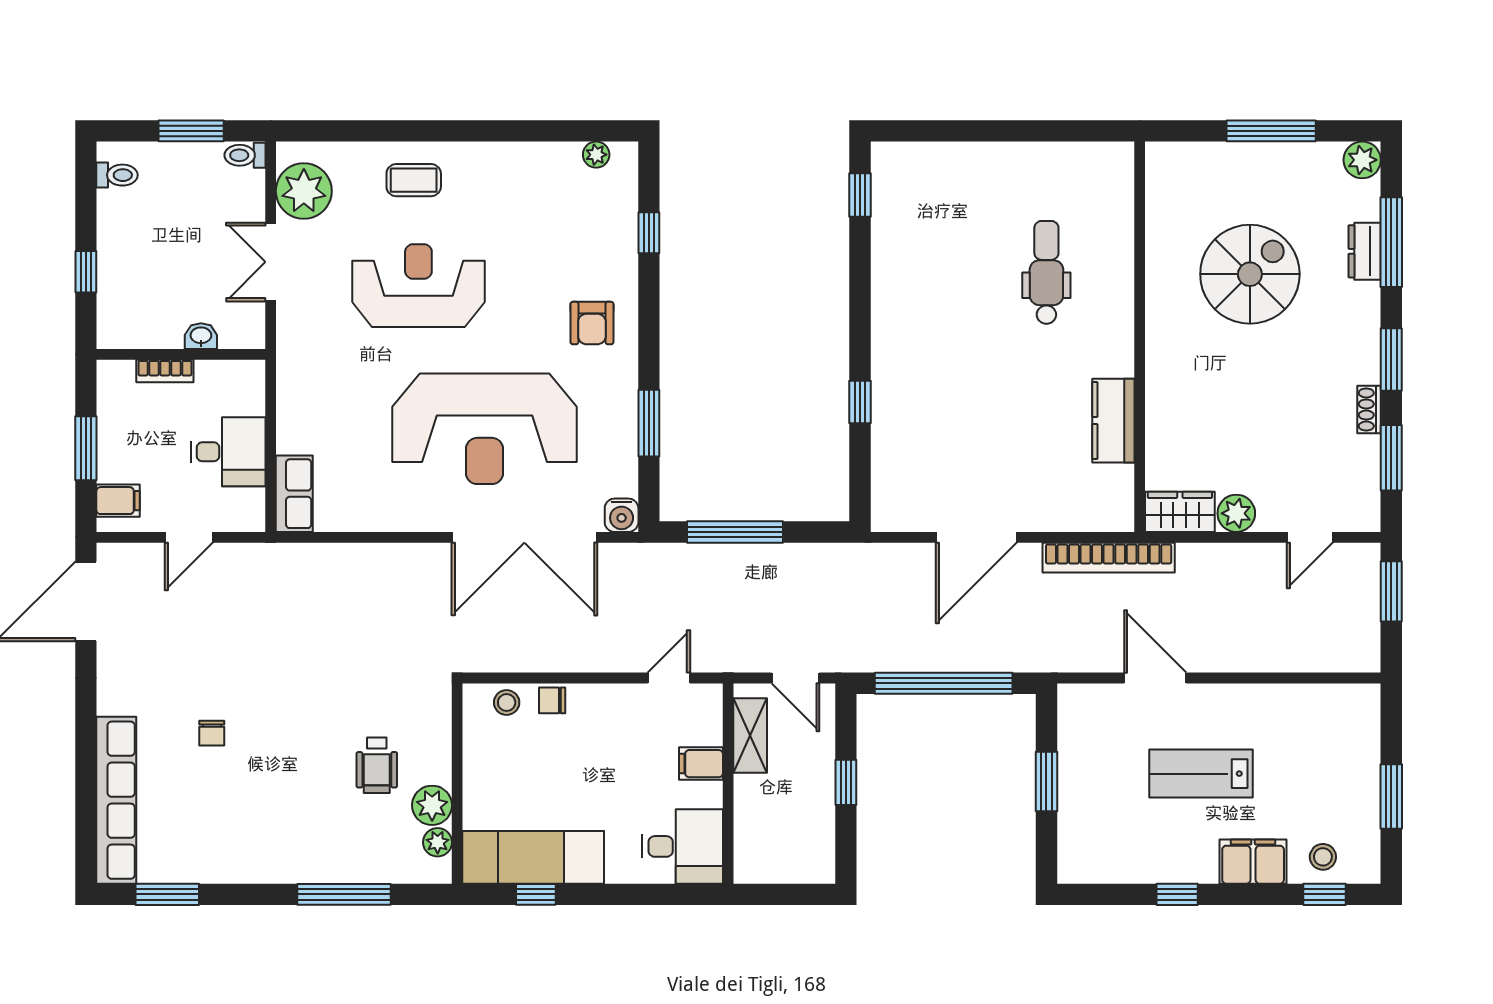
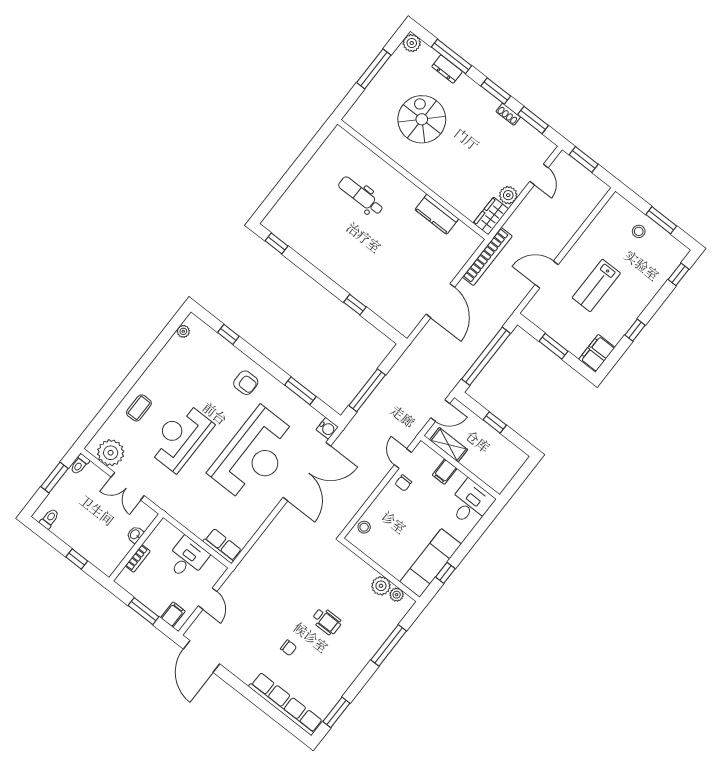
chair: (552, 700) -> (403, 483), moved
wheelchair: (377, 765) -> (327, 621), moved
stool: (1323, 857) -> (639, 231), moved
filing cabinet: (1253, 862) -> (597, 353), moved

